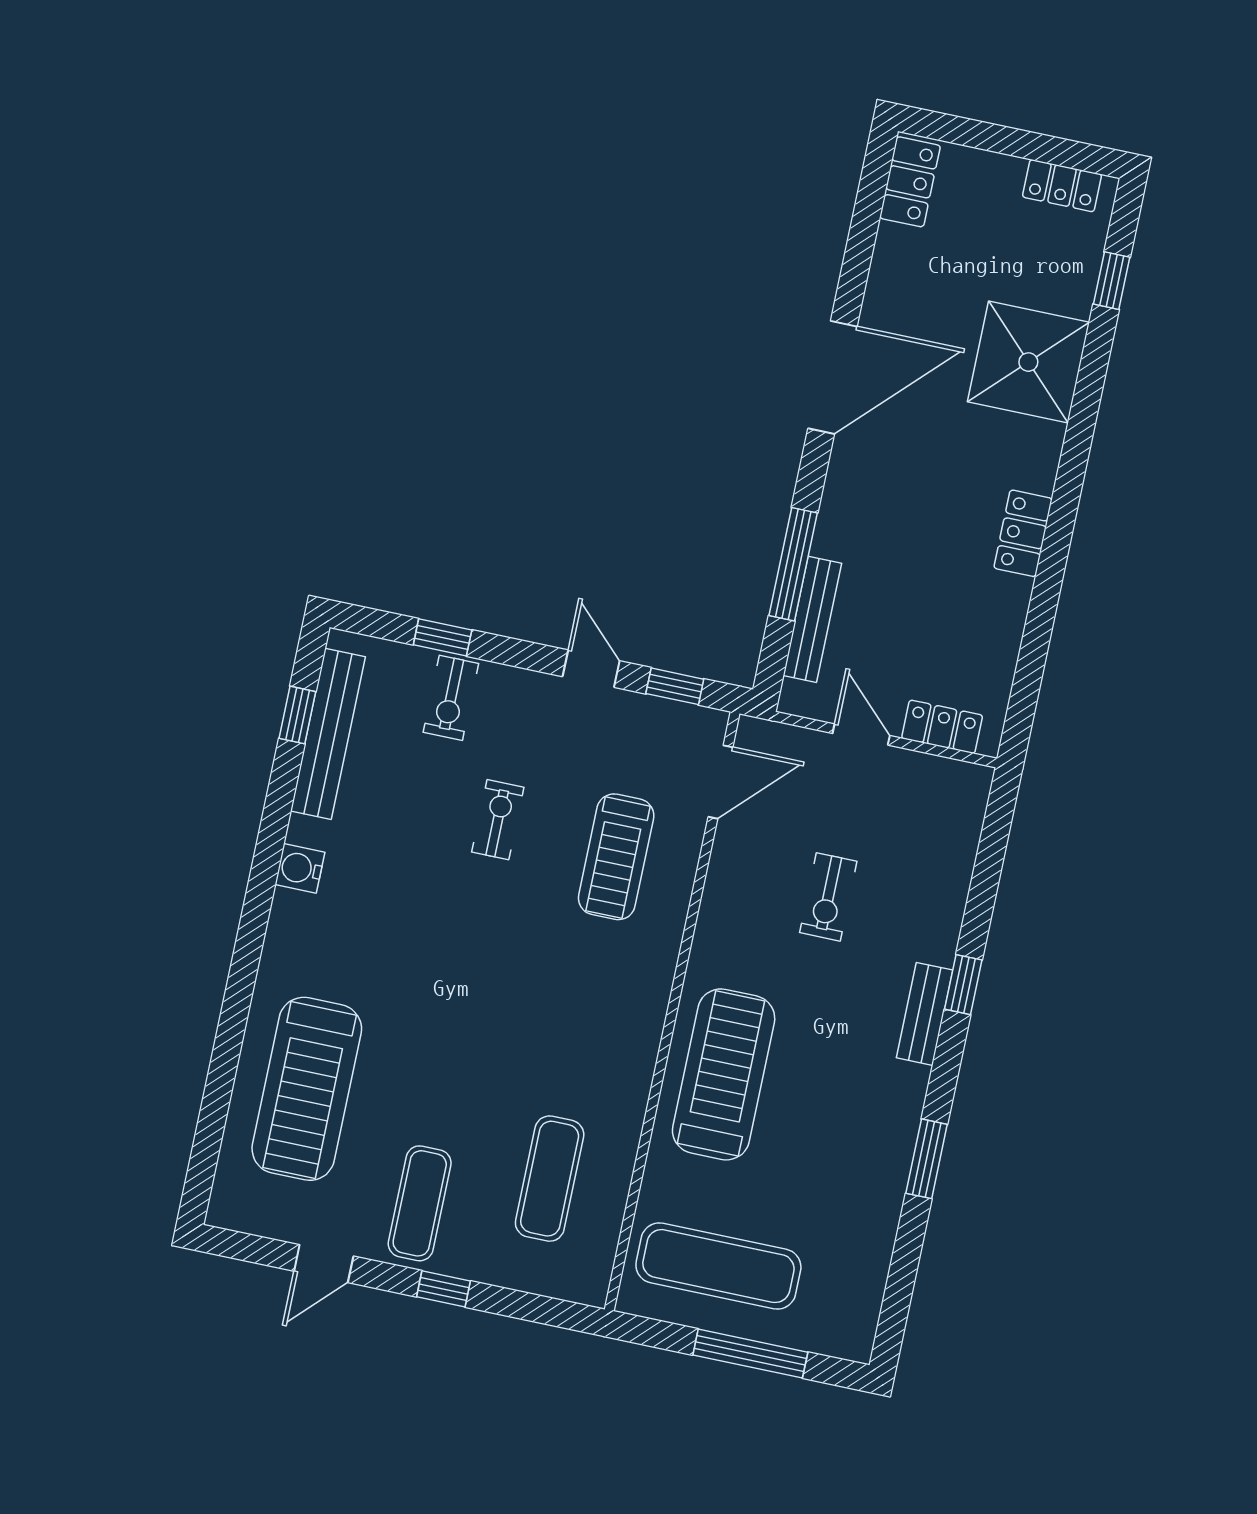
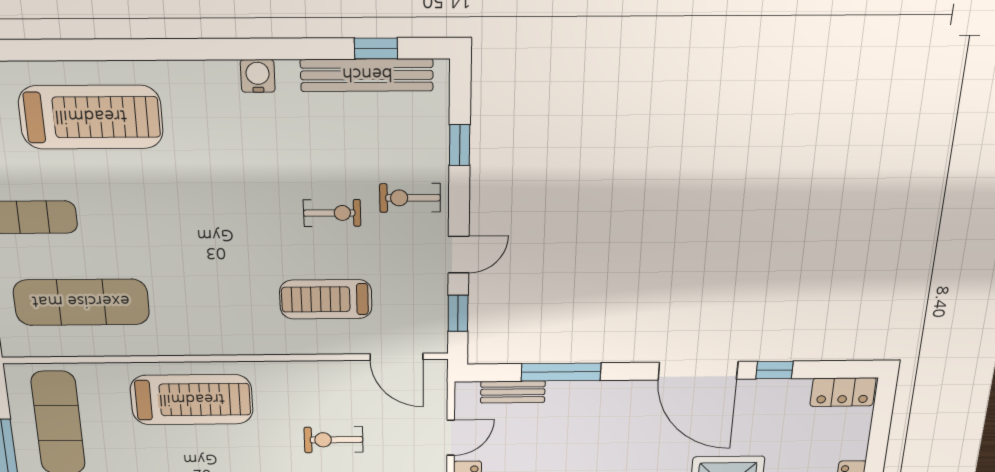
window: (855, 273) -> (774, 370), added
bench: (812, 619) -> (513, 392), width x0.73
exercise bike: (451, 698) -> (410, 198), moved
treadmill: (307, 1089) -> (91, 117), turned 180
exercise mat: (550, 1179) -> (81, 302), width x1.36, depth x1.45

